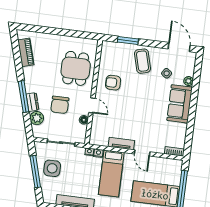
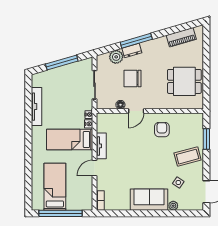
dining table: (76, 68) -> (184, 81), moved
side table: (52, 168) -> (67, 79), removed

